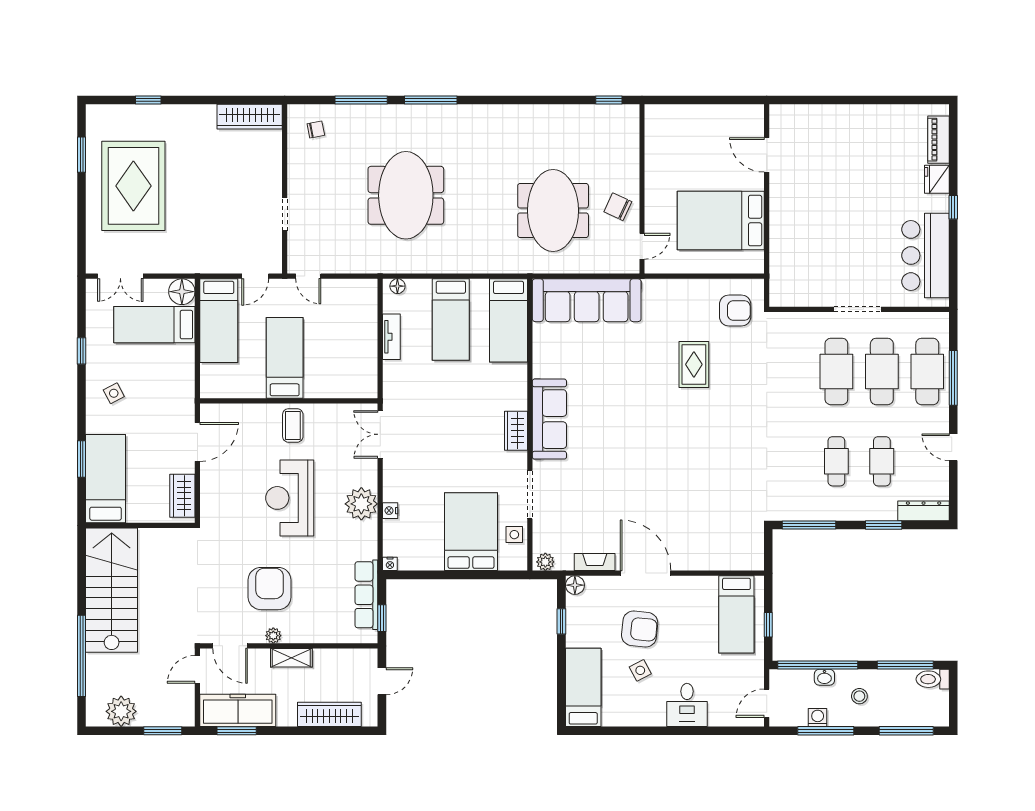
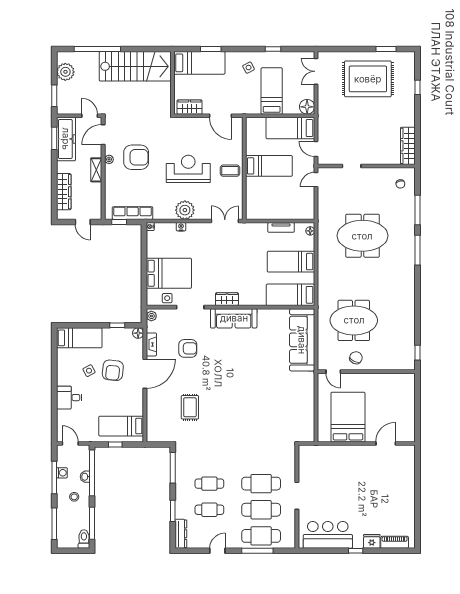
armchair: (735, 310) -> (188, 348), moved, turned -90
bed: (154, 325) -> (272, 91), moved
rug: (694, 364) -> (190, 407), moved, turned 90

